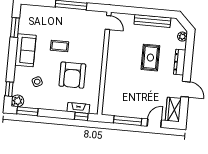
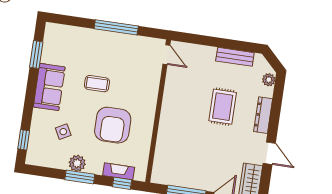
bench: (152, 21) -> (235, 57), width x0.73
plant: (18, 101) -> (77, 163), moved
window: (27, 111) -> (80, 177), moved

